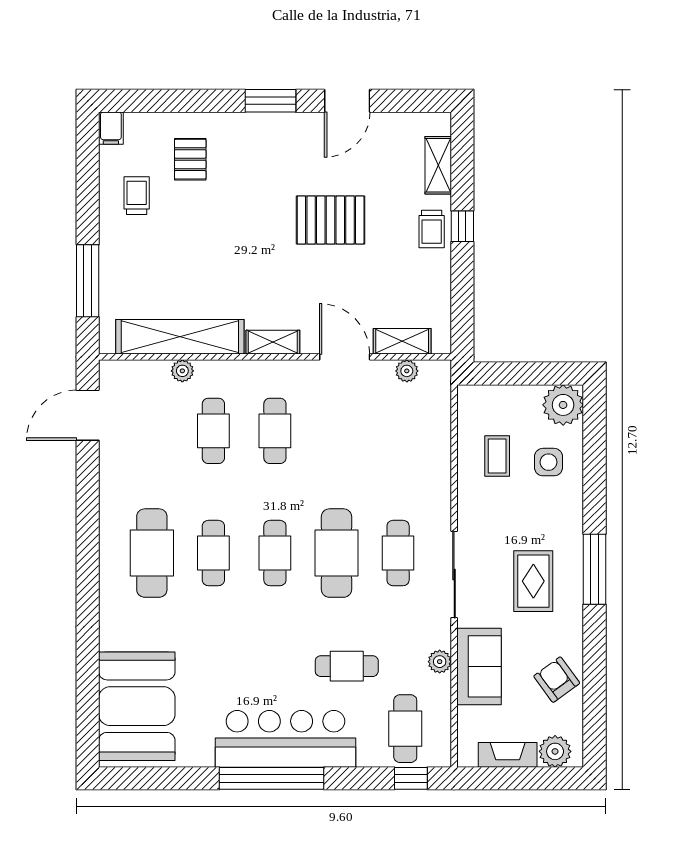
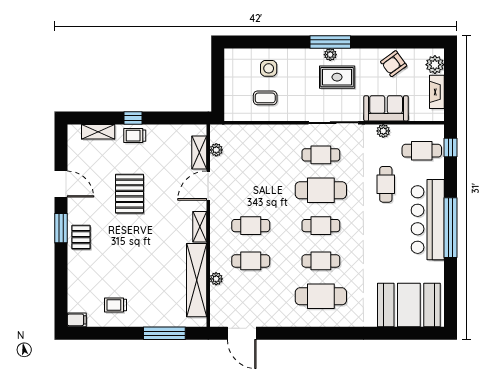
pallet: (190, 159) -> (81, 237), moved, turned 90
trolley: (432, 229) -> (135, 136), turned 180
plant: (563, 405) -> (330, 55), moved, width x0.53, depth x0.53

